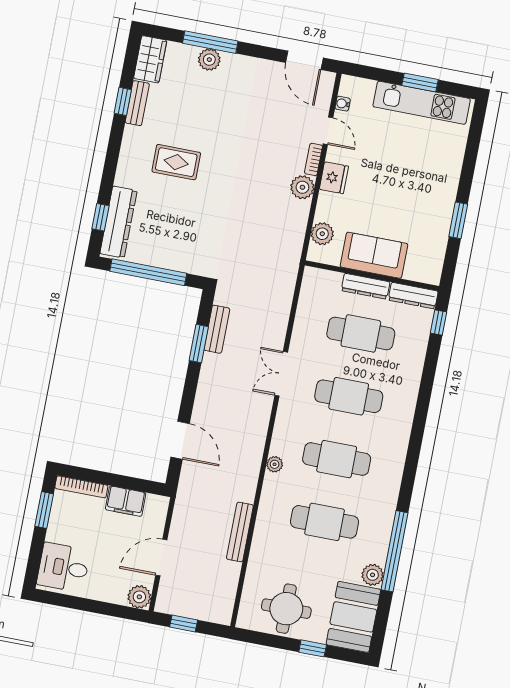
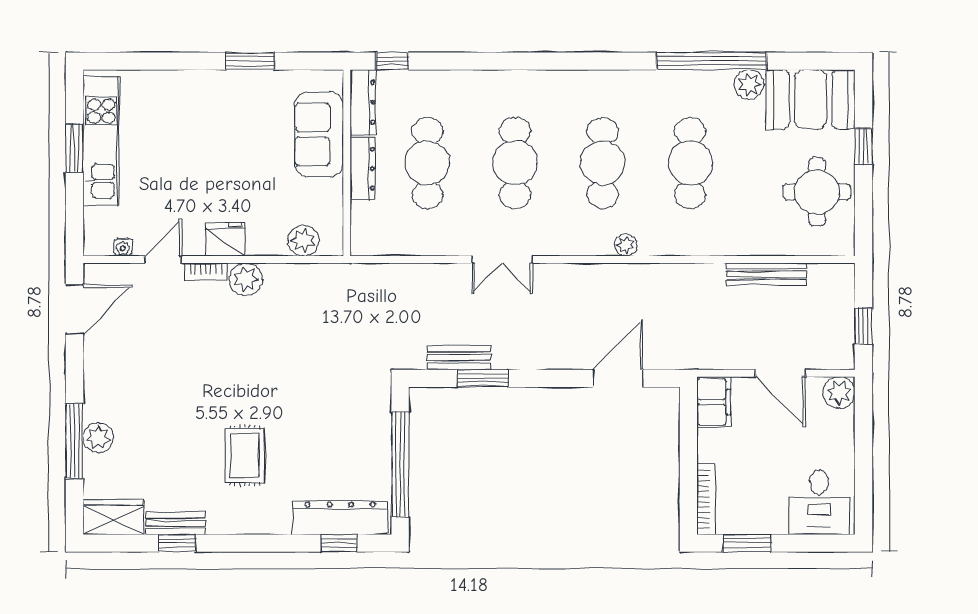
sofa: (374, 255) -> (319, 134), moved
filing cabinet: (126, 501) -> (714, 402), moved
bench: (240, 532) -> (766, 274), moved

